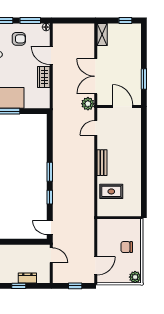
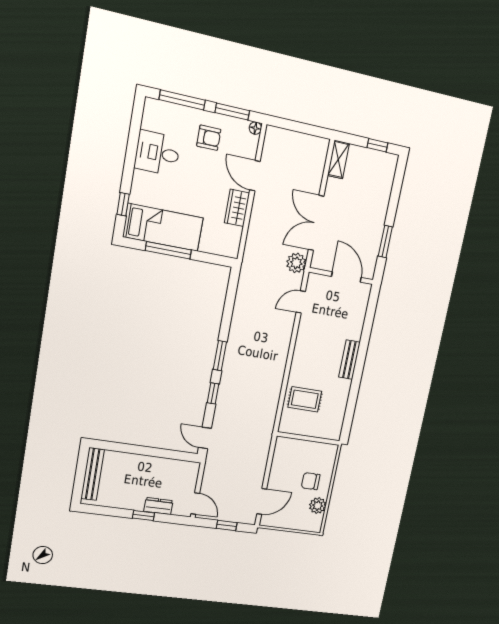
bench: (102, 163) -> (349, 360), moved
door: (51, 255) -> (195, 503), moved
plant: (135, 277) -> (318, 506), moved

